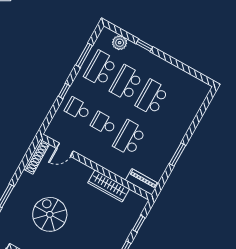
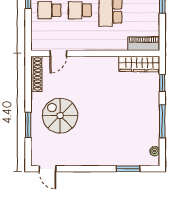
wardrobe: (109, 186) -> (139, 64), moved
spiral stairs: (50, 214) -> (60, 116), moved

